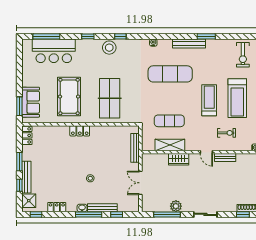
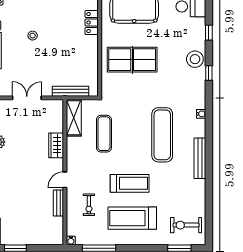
window: (206, 36) -> (209, 180), removed
shelving: (170, 145) -> (74, 118), moved

